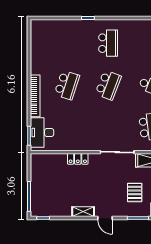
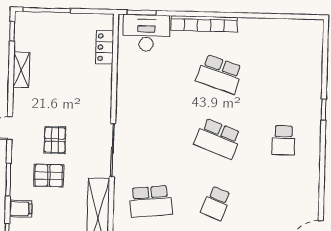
school desk: (108, 43) -> (283, 140), width x0.54
locker: (78, 159) -> (105, 47), moved
pallet: (112, 189) -> (55, 140), added
shelving: (83, 212) -> (21, 70), moved

